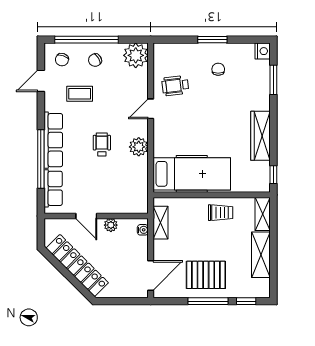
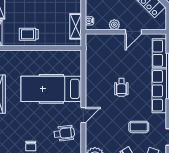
plant: (139, 147) -> (93, 86), removed
hospital bed: (192, 174) -> (51, 89), moved
door: (86, 216) -> (133, 32), swing flipped

